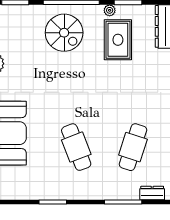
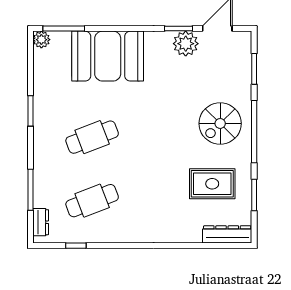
plant: (110, 10) -> (245, 174), removed
cafe table: (133, 147) -> (92, 201), turned -39

